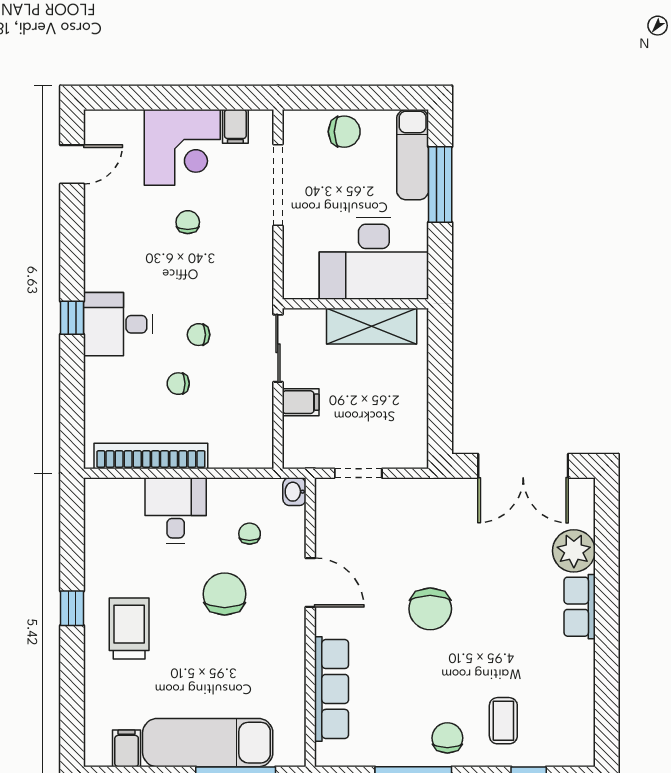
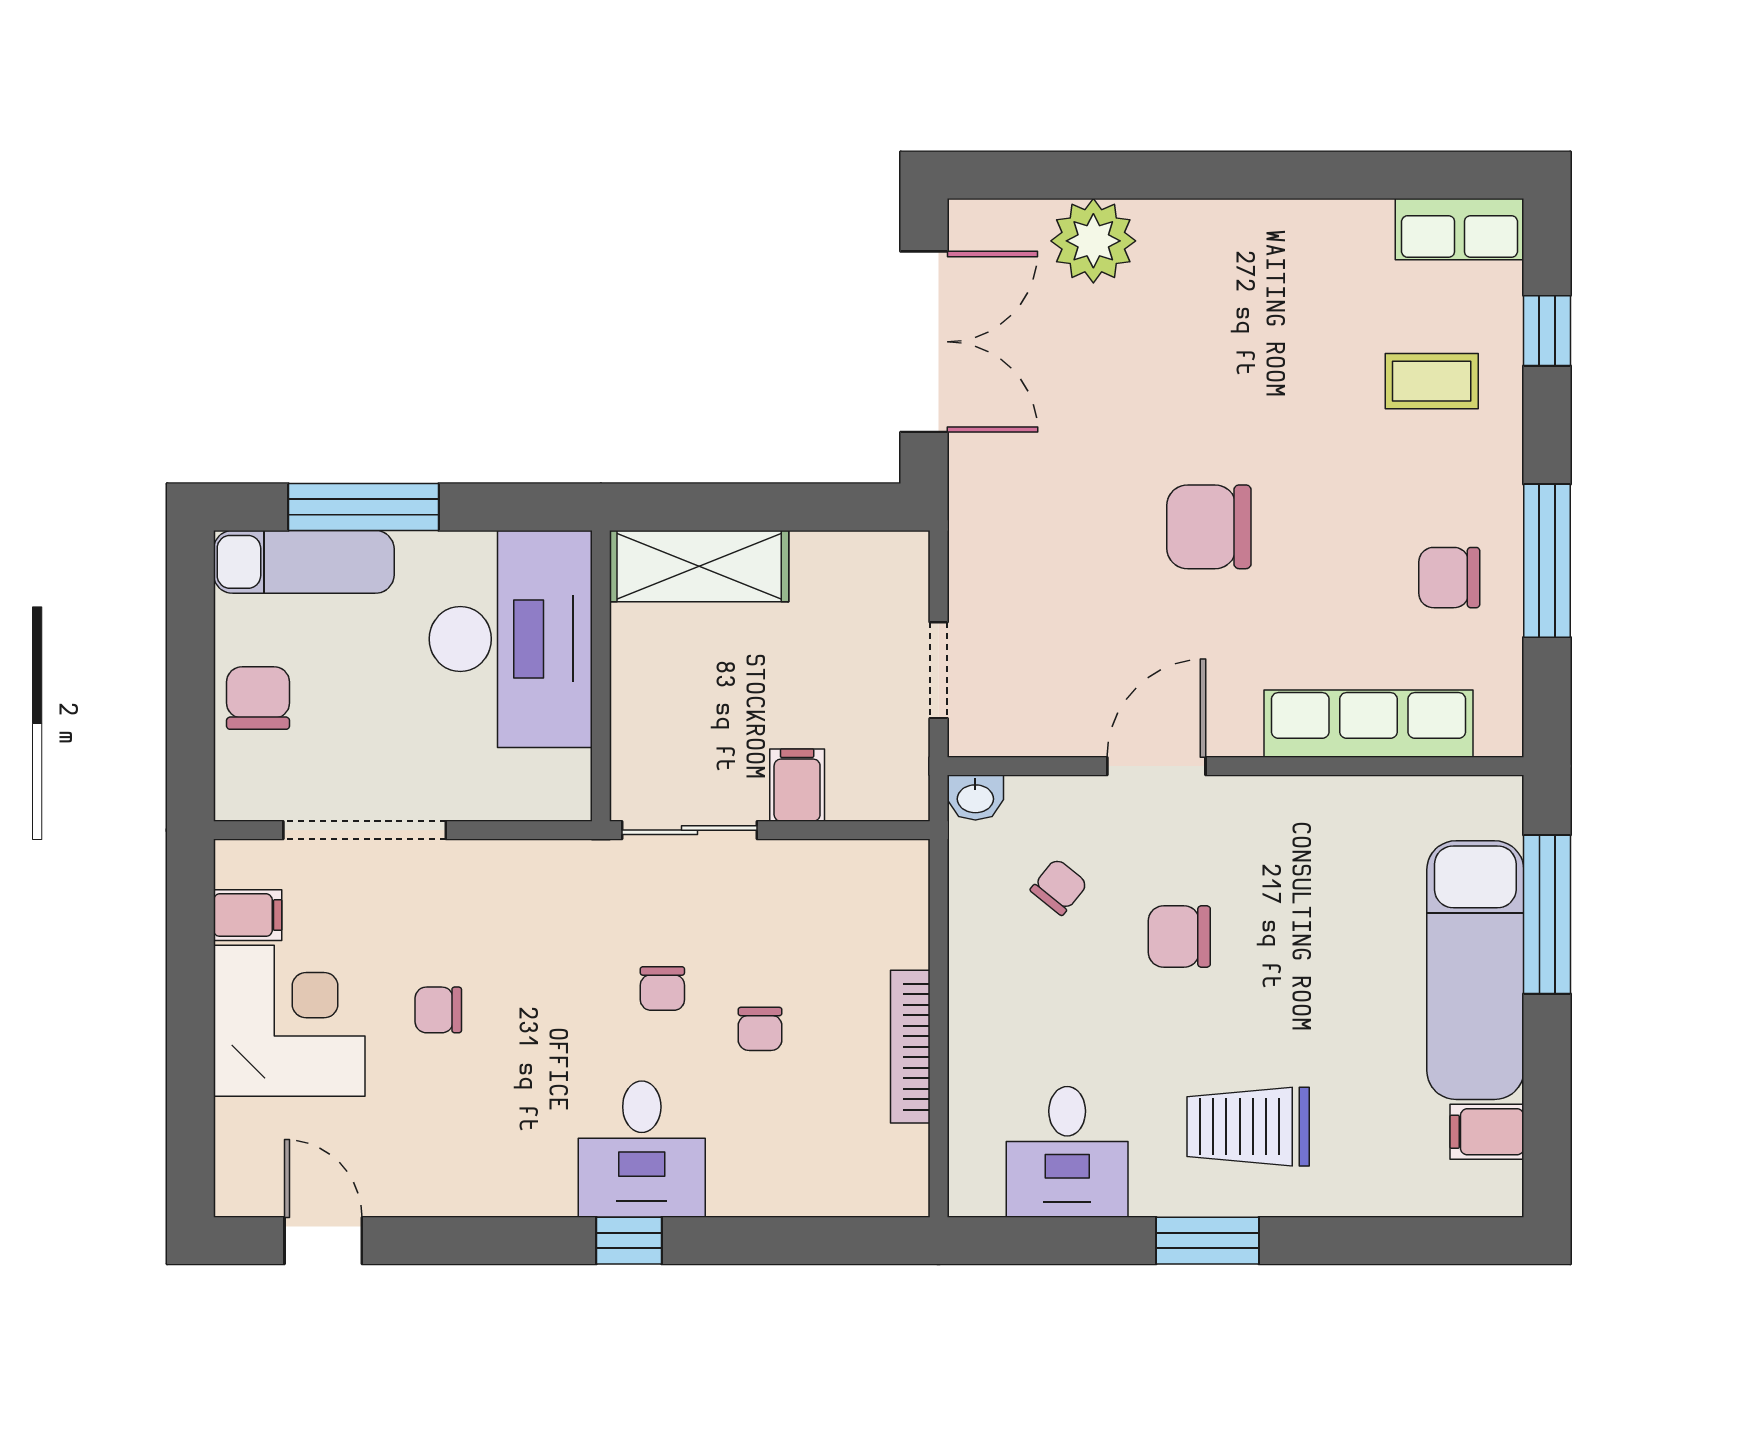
shelving: (372, 326) -> (699, 566), moved, turned 90
bookcase: (151, 456) -> (910, 1047), width x0.68, depth x0.76
desk: (176, 510) -> (1067, 1152), moved, turned -90
chair: (250, 534) -> (1059, 887), turned 129
chair: (225, 594) -> (1179, 937), width x0.73, depth x0.73
row of seats: (580, 607) -> (1460, 229), moved
window: (72, 608) -> (1208, 1241), width x1.50
chair: (430, 609) -> (1209, 527), turned 180
chair: (447, 738) -> (1449, 578), moved

